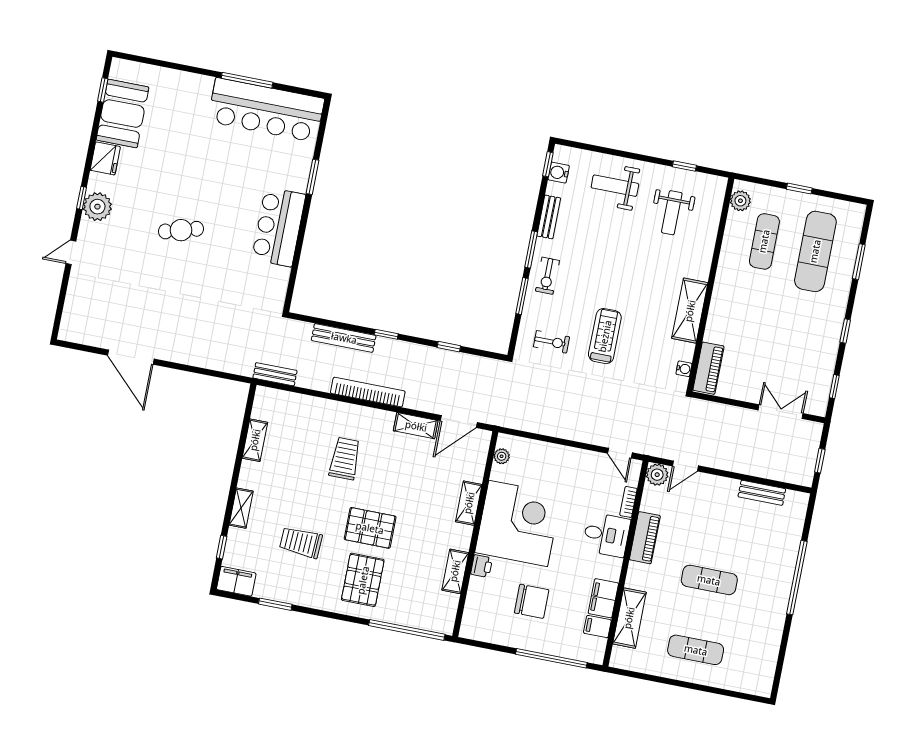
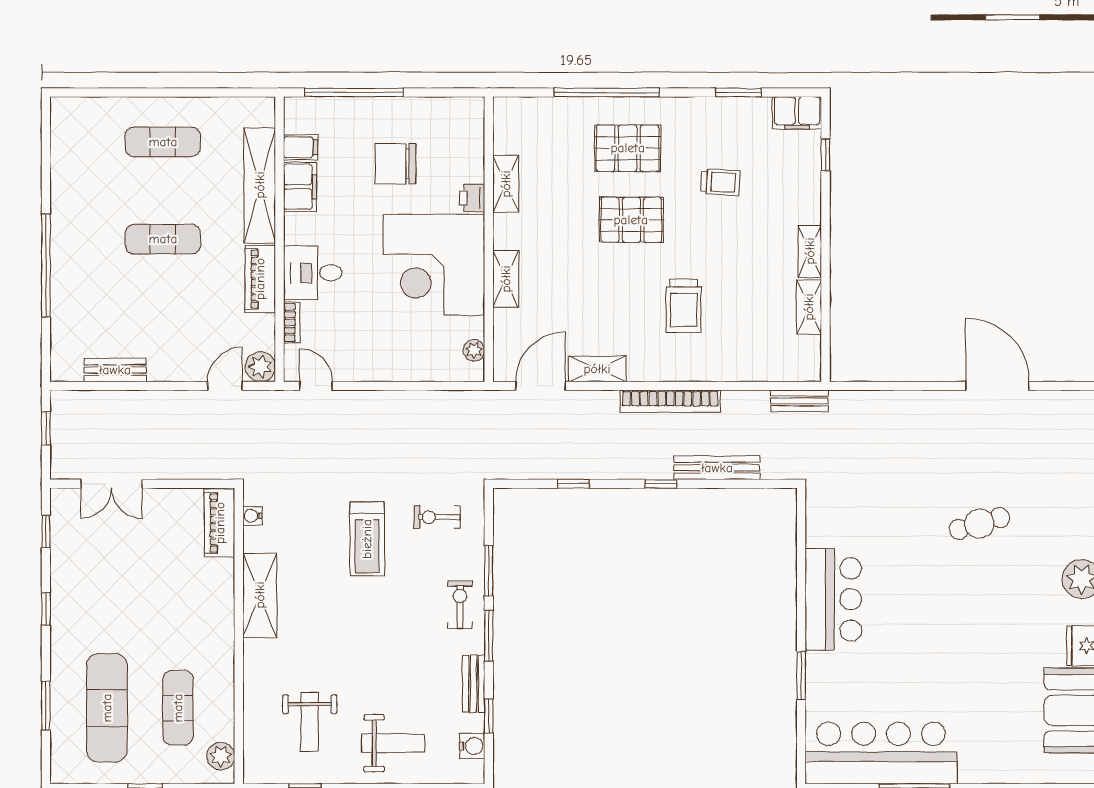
window: (548, 164) -> (489, 716), moved
weight bench: (672, 213) -> (310, 722), turned 180
cafe table: (181, 230) -> (979, 524), moved
shelving: (241, 508) -> (810, 251), moved
trolley: (301, 542) -> (721, 182), width x0.73, depth x0.72
pallet: (363, 580) -> (628, 148), turned 90
shelving: (629, 618) -> (260, 185), width x1.47
window: (407, 630) -> (607, 93), moved

